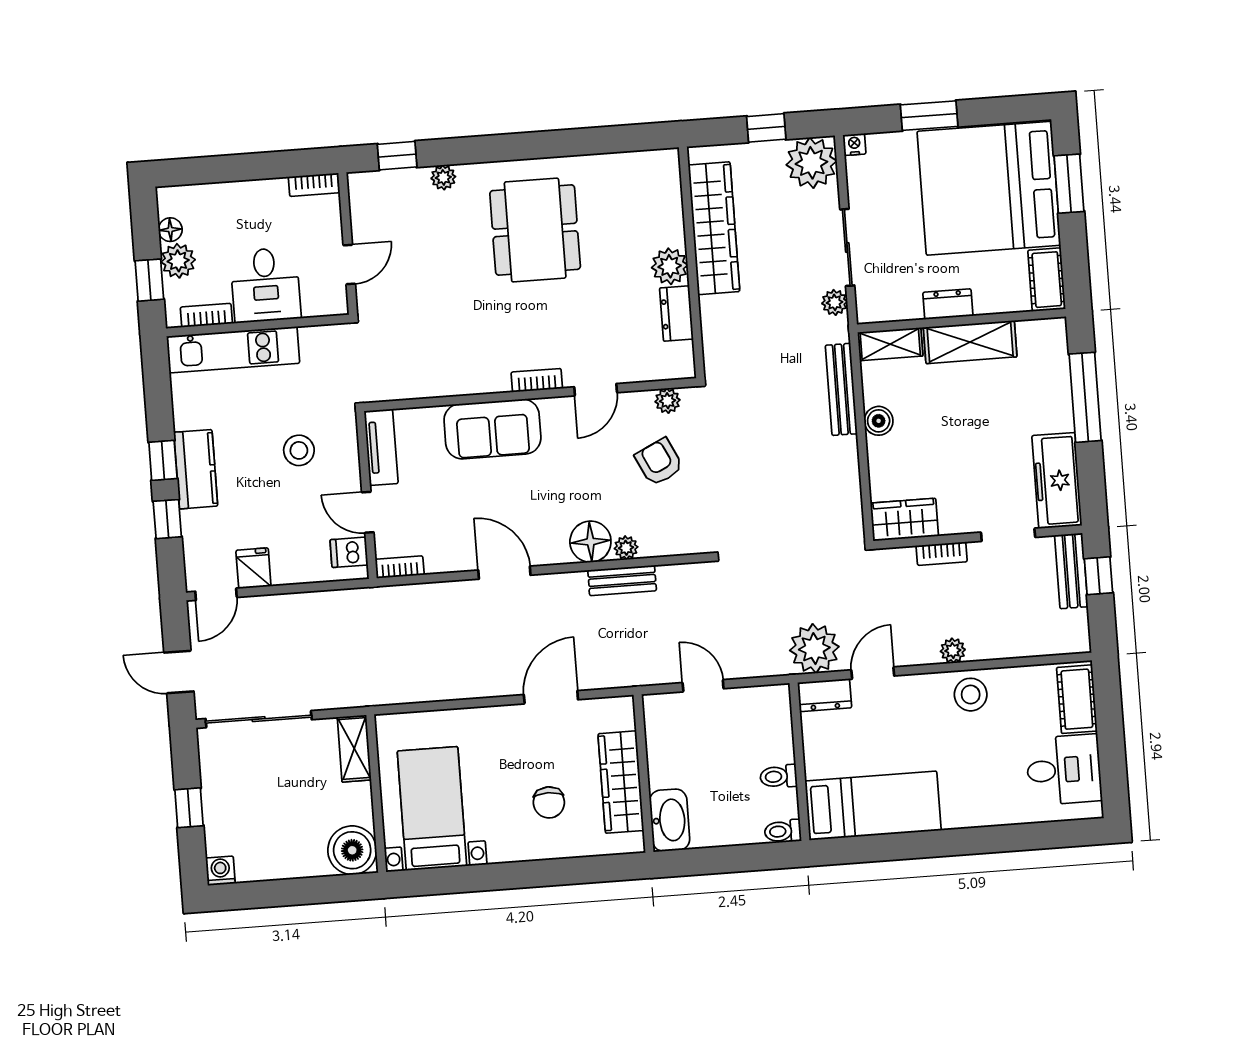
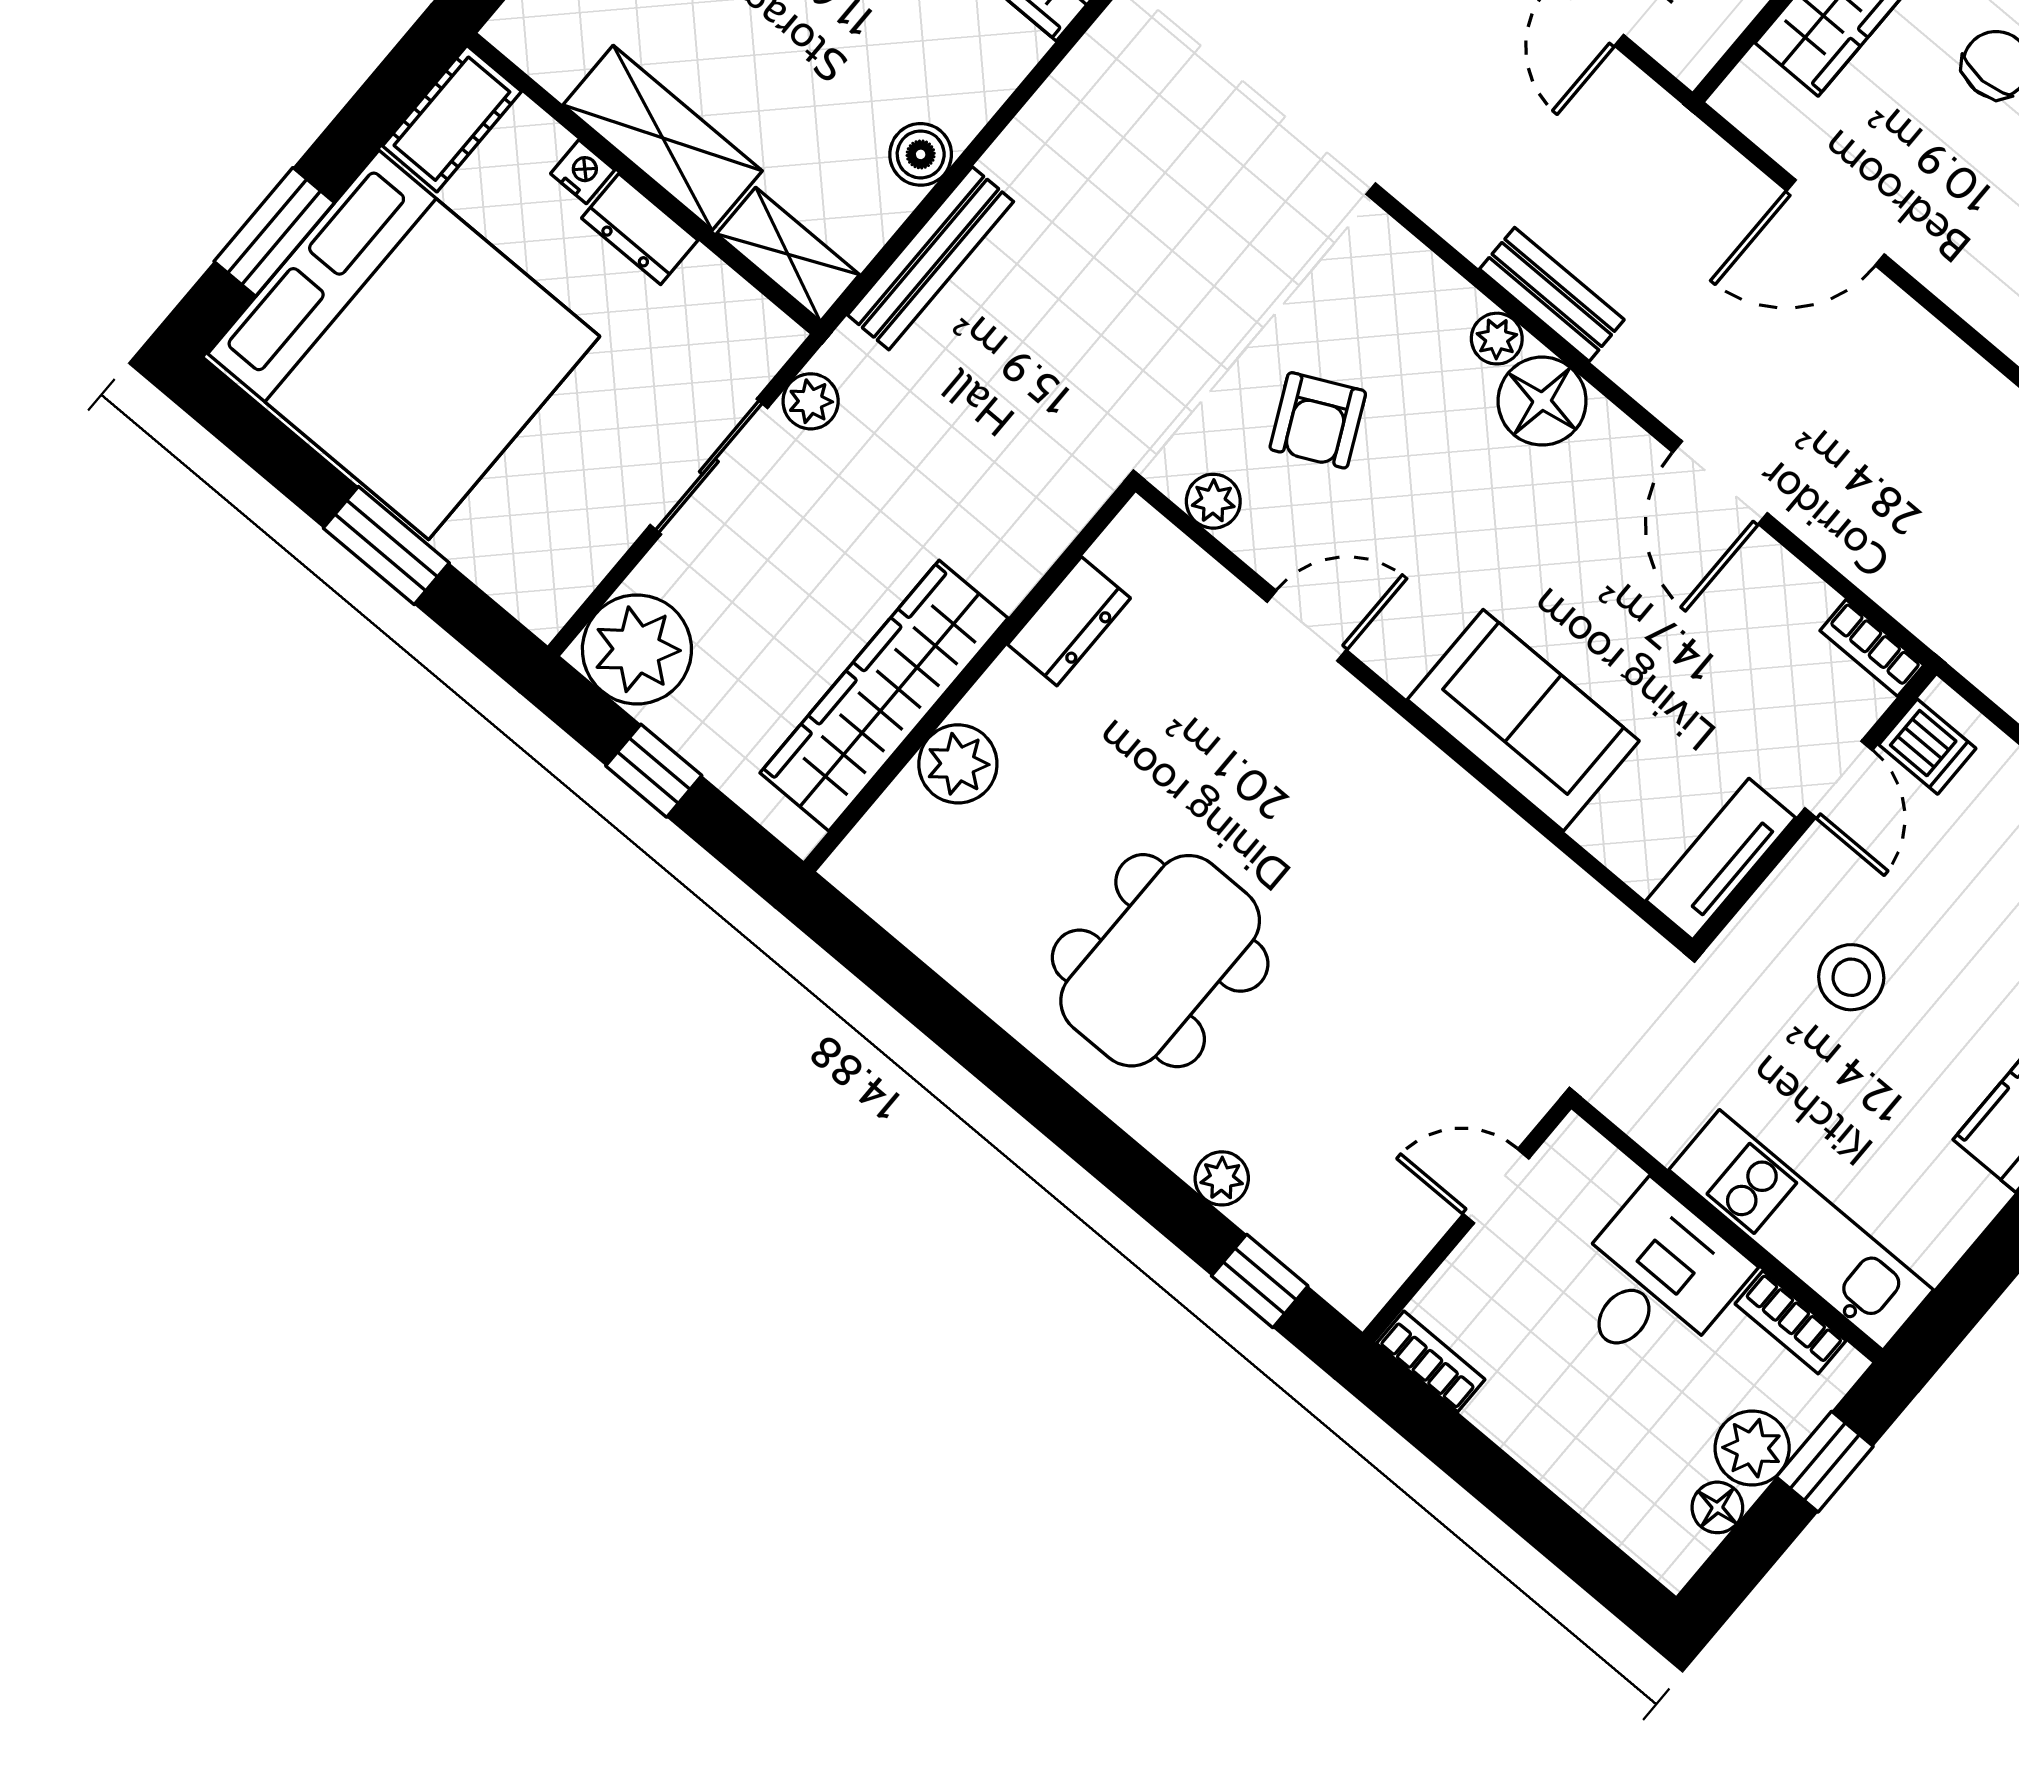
nightstand: (854, 144) -> (583, 172), moved, turned 180
plant: (670, 266) -> (958, 764), moved
bookcase: (537, 380) -> (1382, 728), removed

